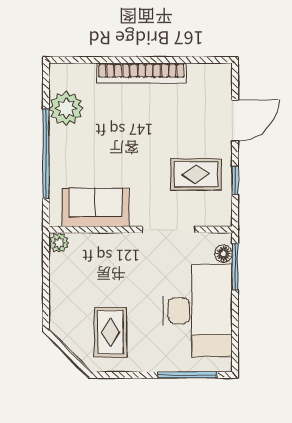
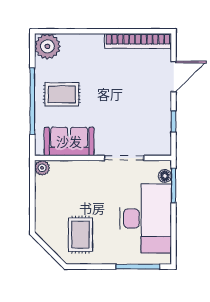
bookcase: (141, 73) -> (138, 41), moved
plant: (66, 108) -> (47, 46), moved
rug: (196, 174) -> (62, 94), moved

